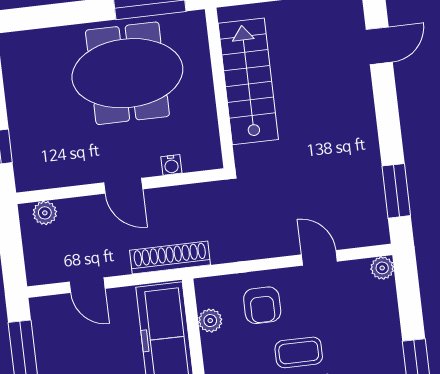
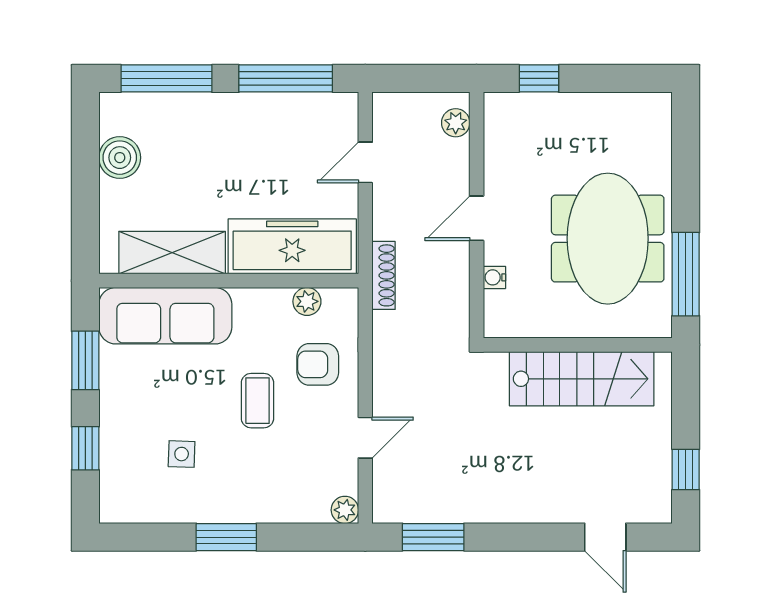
shoe rack: (170, 257) -> (384, 275), width x0.74, depth x0.81

